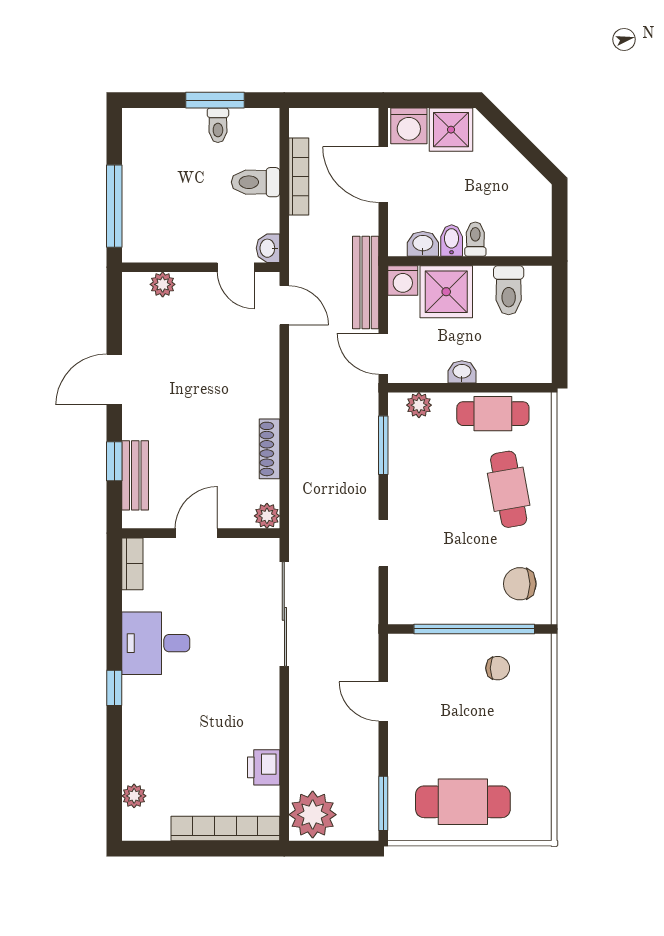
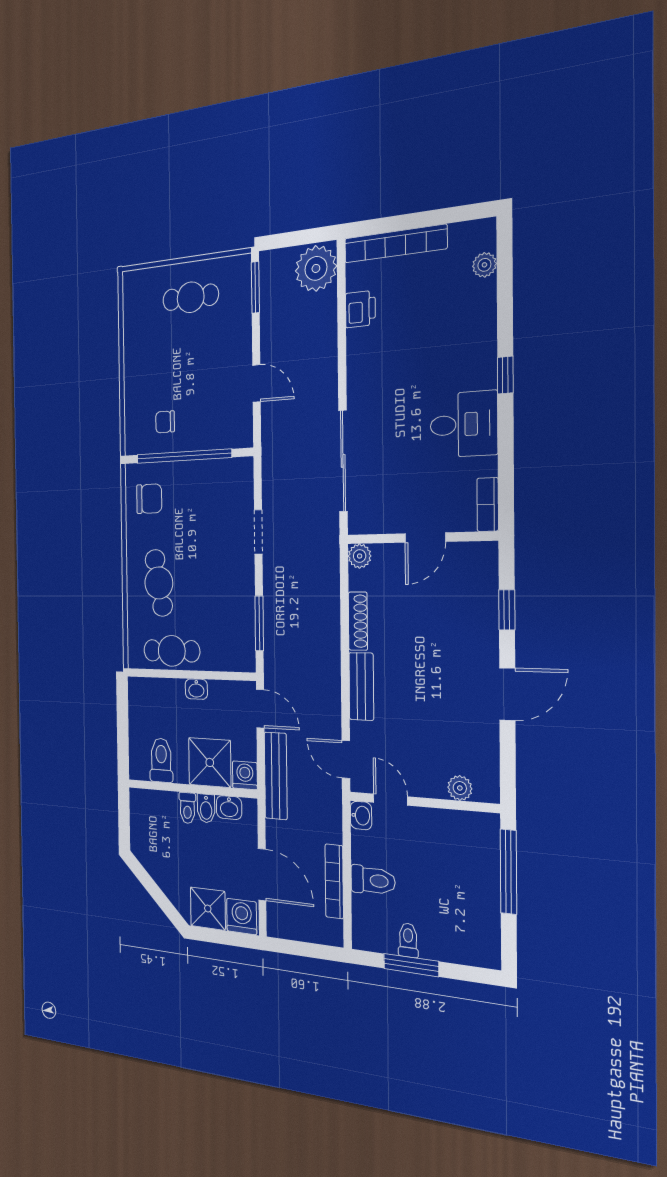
plant: (419, 405) -> (230, 660), removed
bench: (135, 475) -> (361, 686), moved
cafe table: (463, 802) -> (191, 297), width x0.73, depth x0.74

